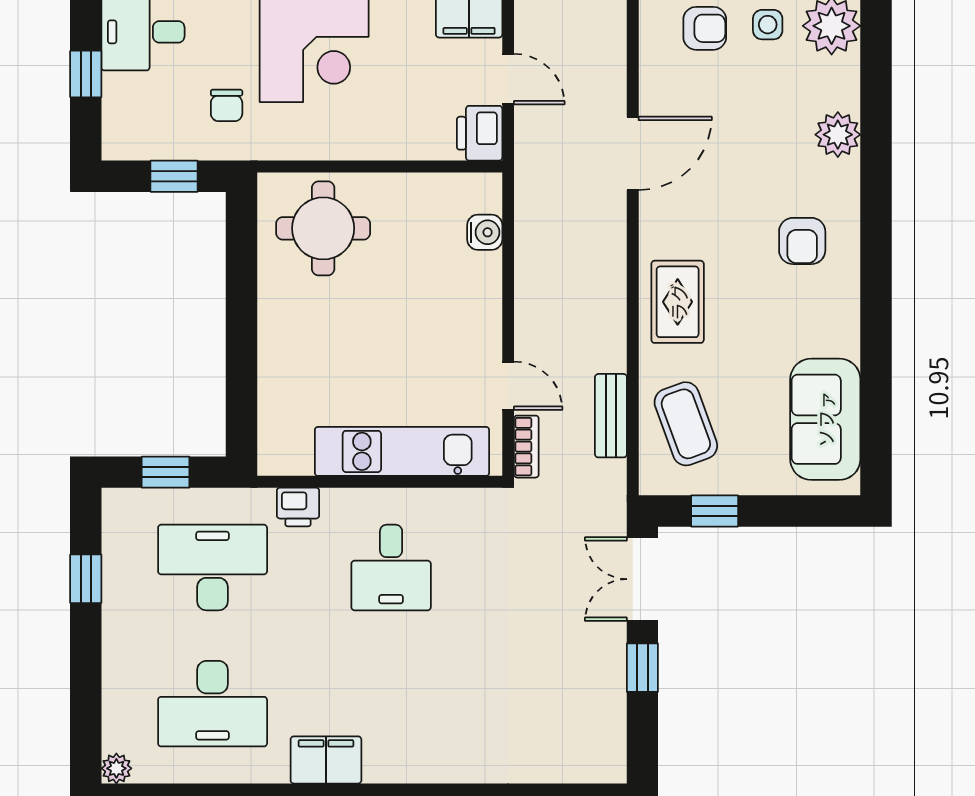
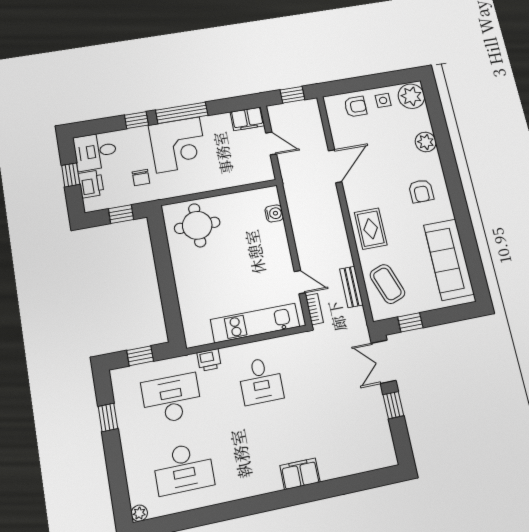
printer: (480, 133) -> (91, 184), moved, turned 180
sofa: (825, 419) -> (449, 259), width x1.36
filing cabinet: (326, 760) -> (300, 474), moved

